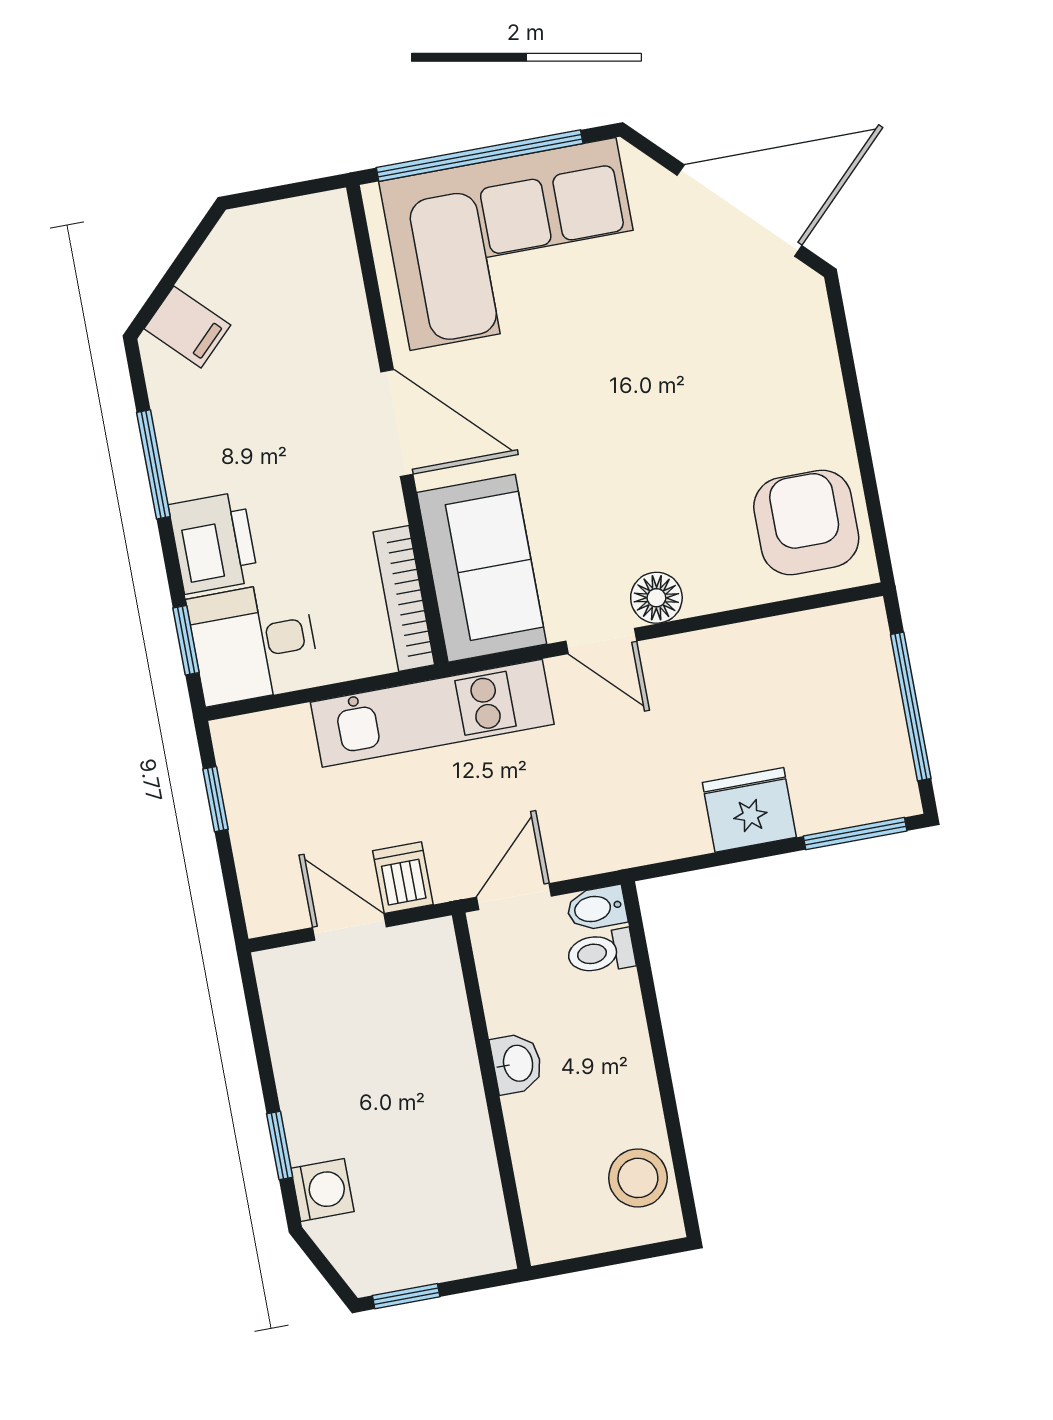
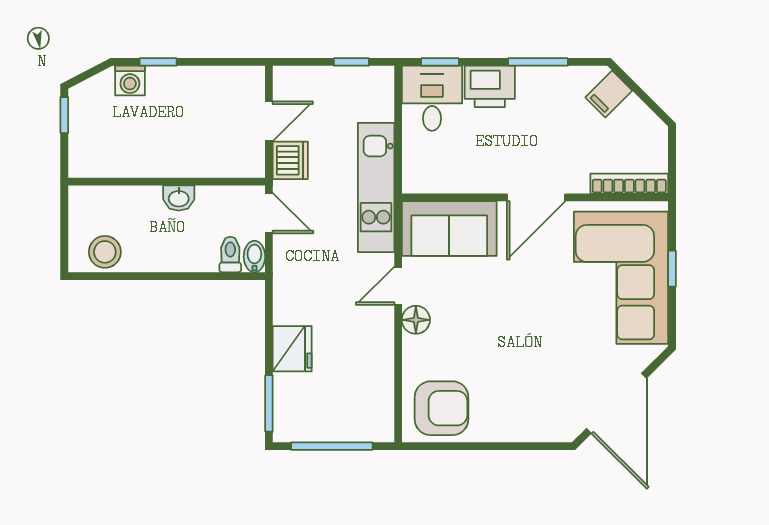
window: (480, 156) -> (672, 269), width x0.32
bookcase: (404, 598) -> (629, 184), moved
dishwasher: (403, 878) -> (290, 160), width x1.38

